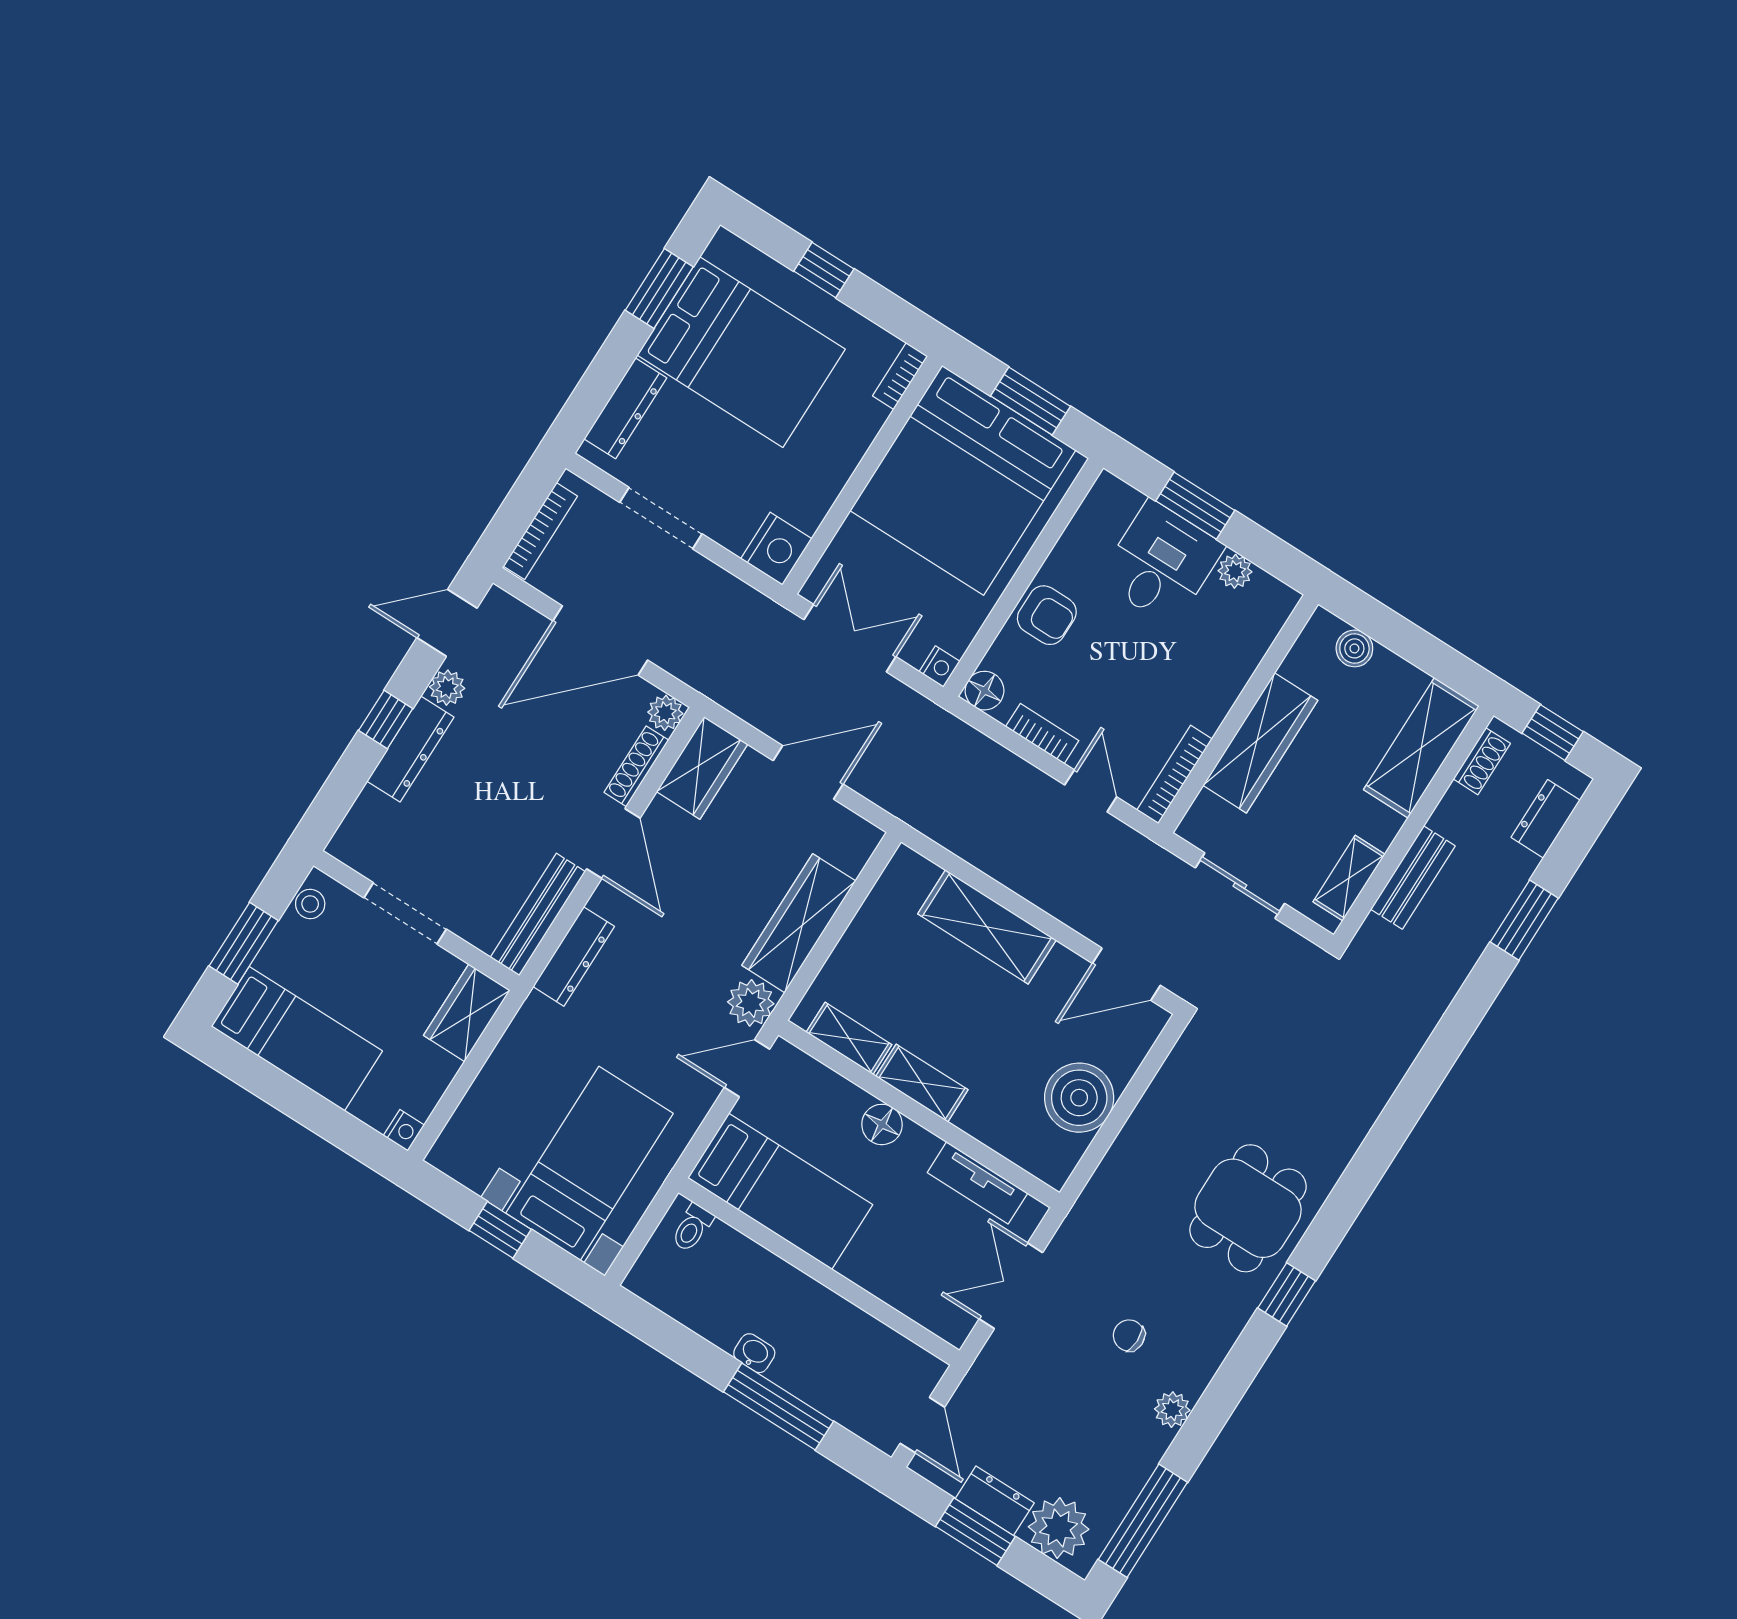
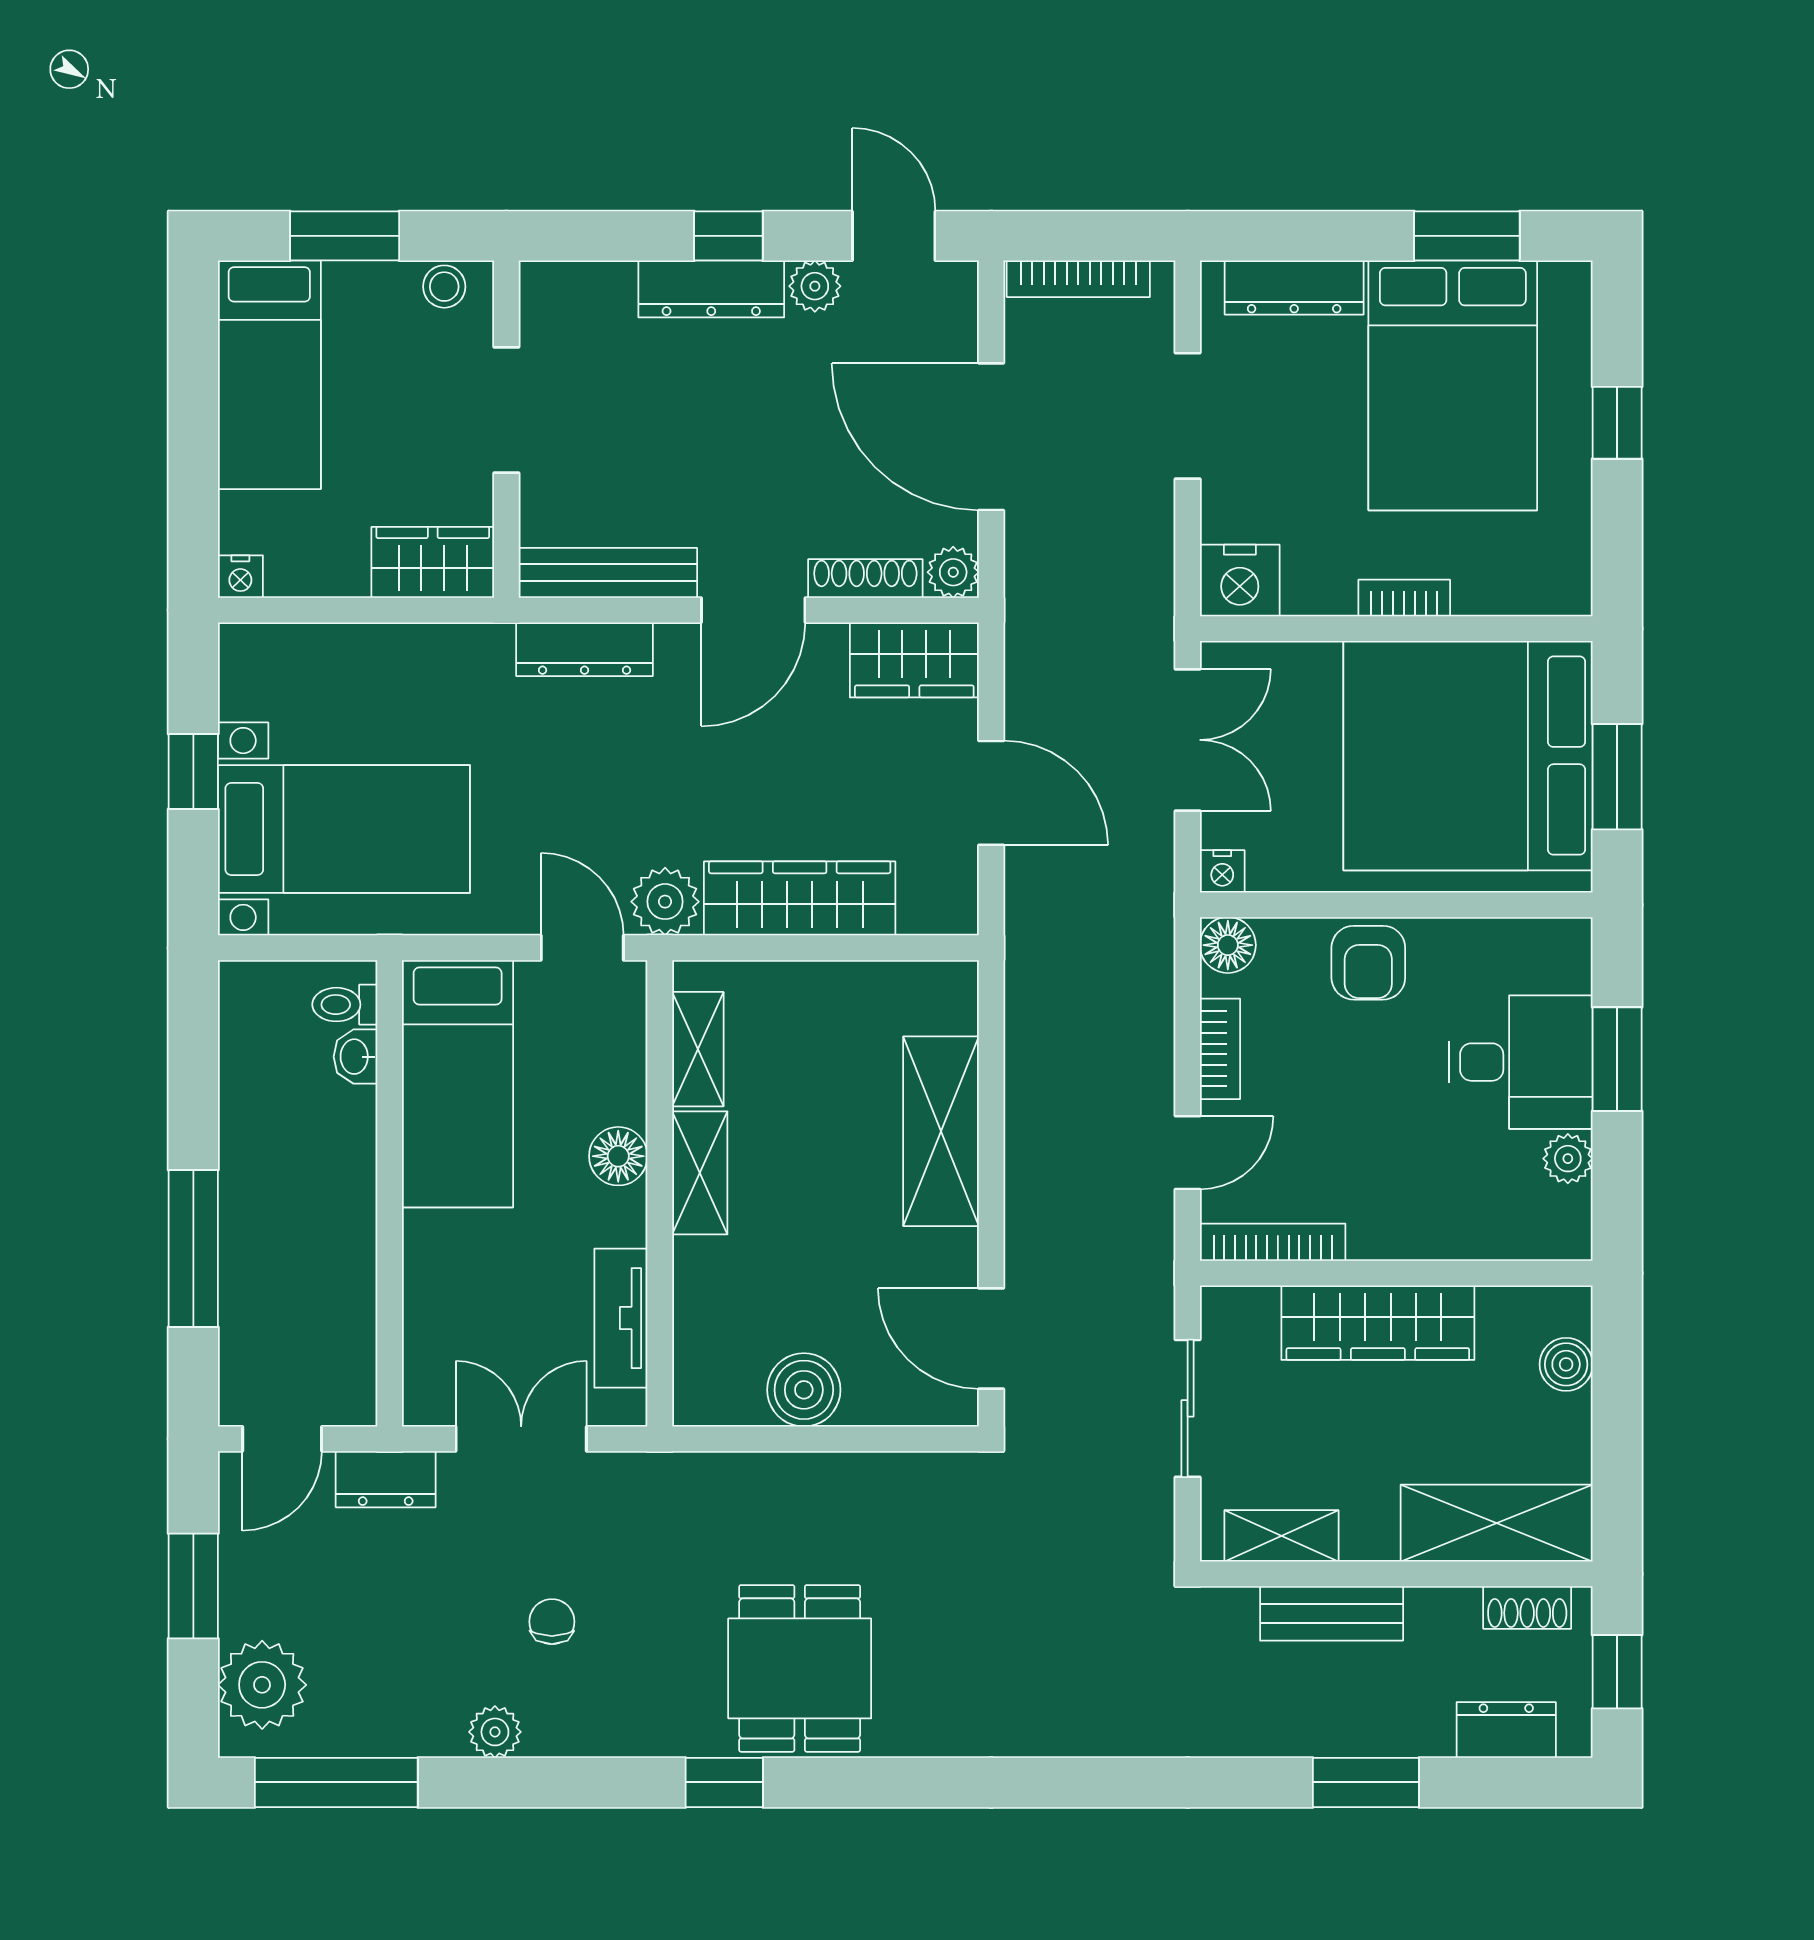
bookcase: (900, 376) -> (1404, 598), moved
boiler: (1079, 1098) -> (804, 1390), width x0.73, depth x0.73
dining table: (1248, 1208) -> (800, 1668), turned 90
washbasin: (754, 1353) -> (355, 1057), moved, turned 180
dresser: (995, 1501) -> (386, 1479), moved, turned 90

